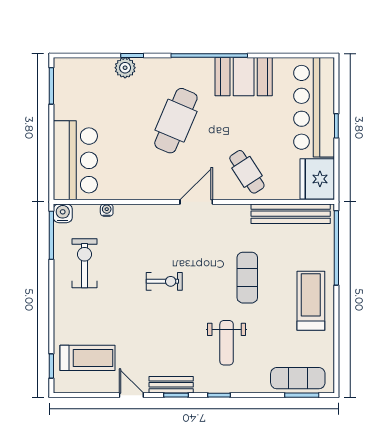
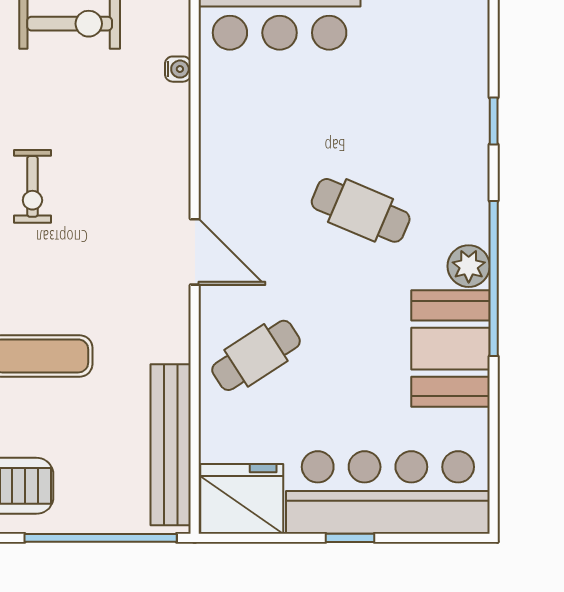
plant: (125, 68) -> (469, 266), moved
cafe table: (176, 121) -> (361, 210), width x0.73, depth x0.74

